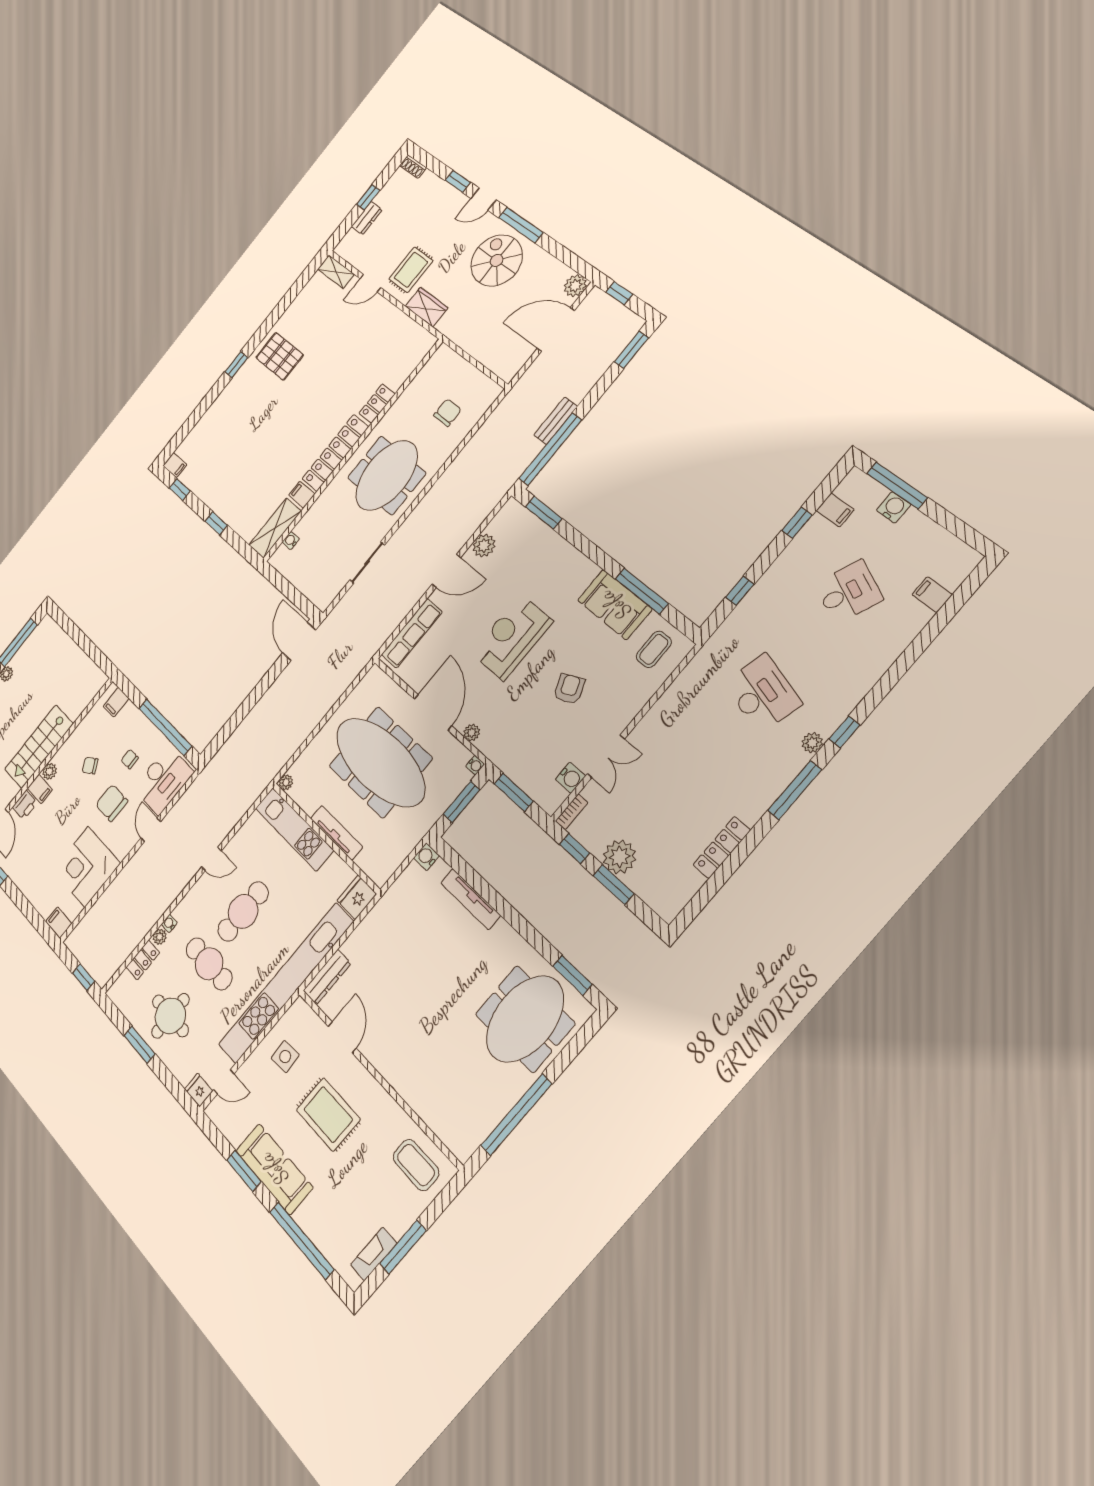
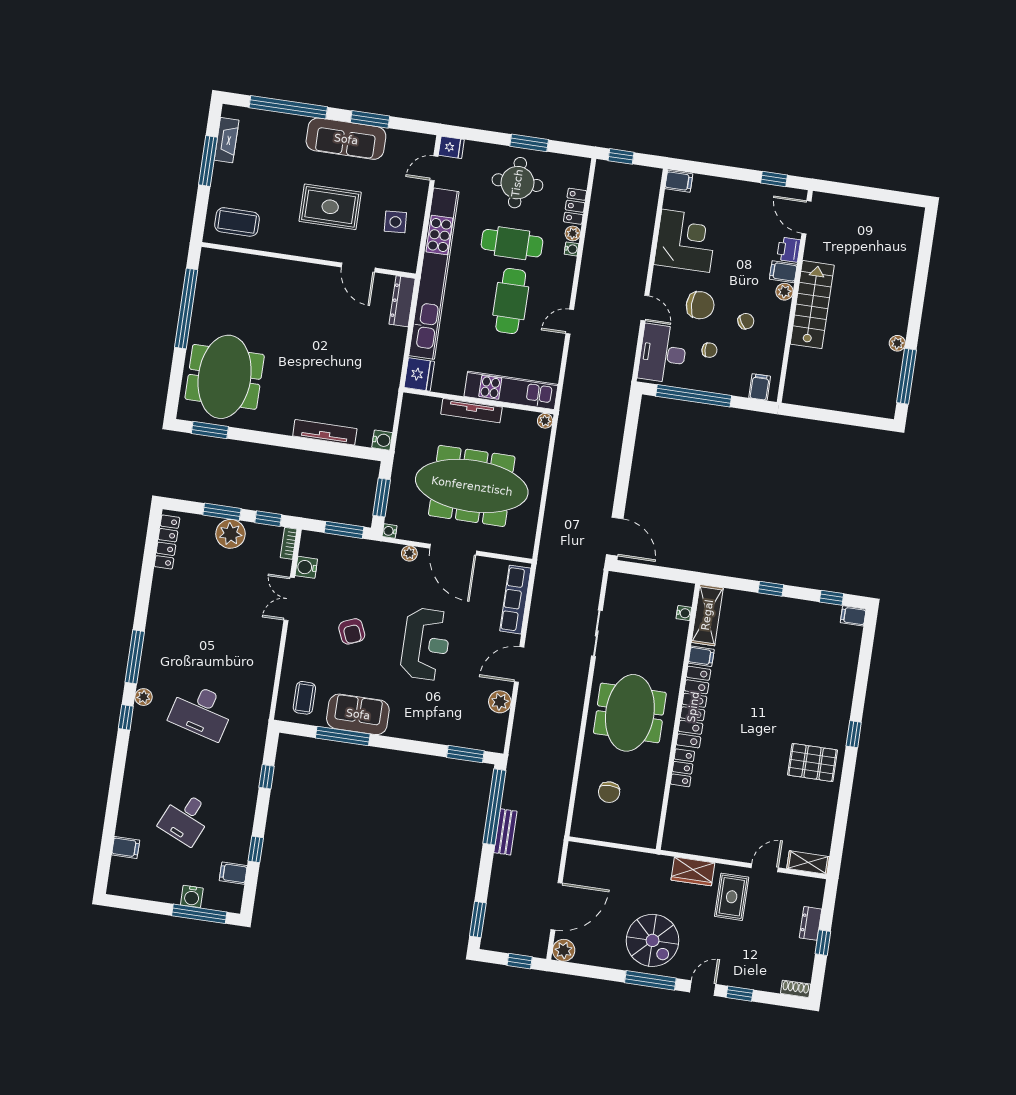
locker: (722, 848) -> (167, 542), moved

